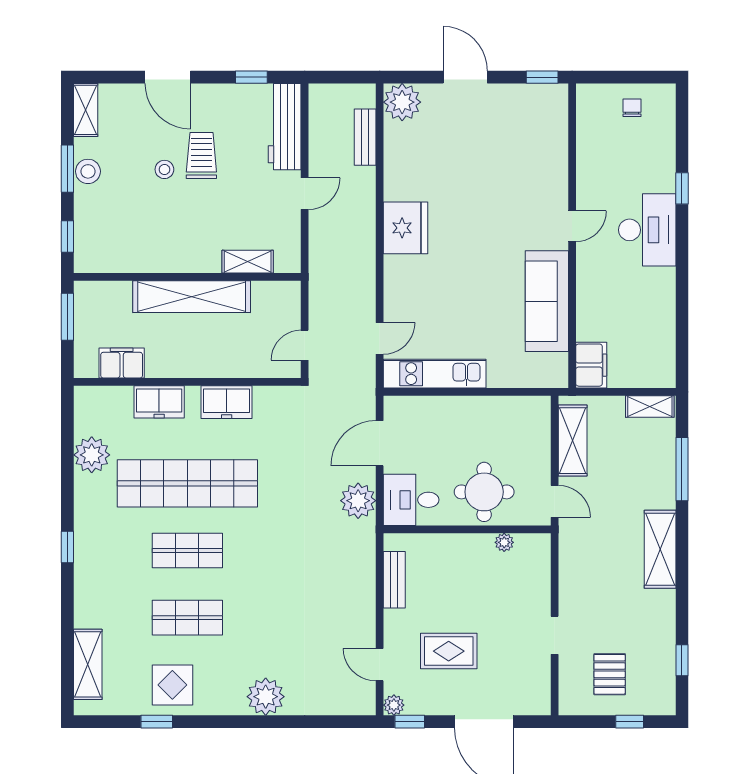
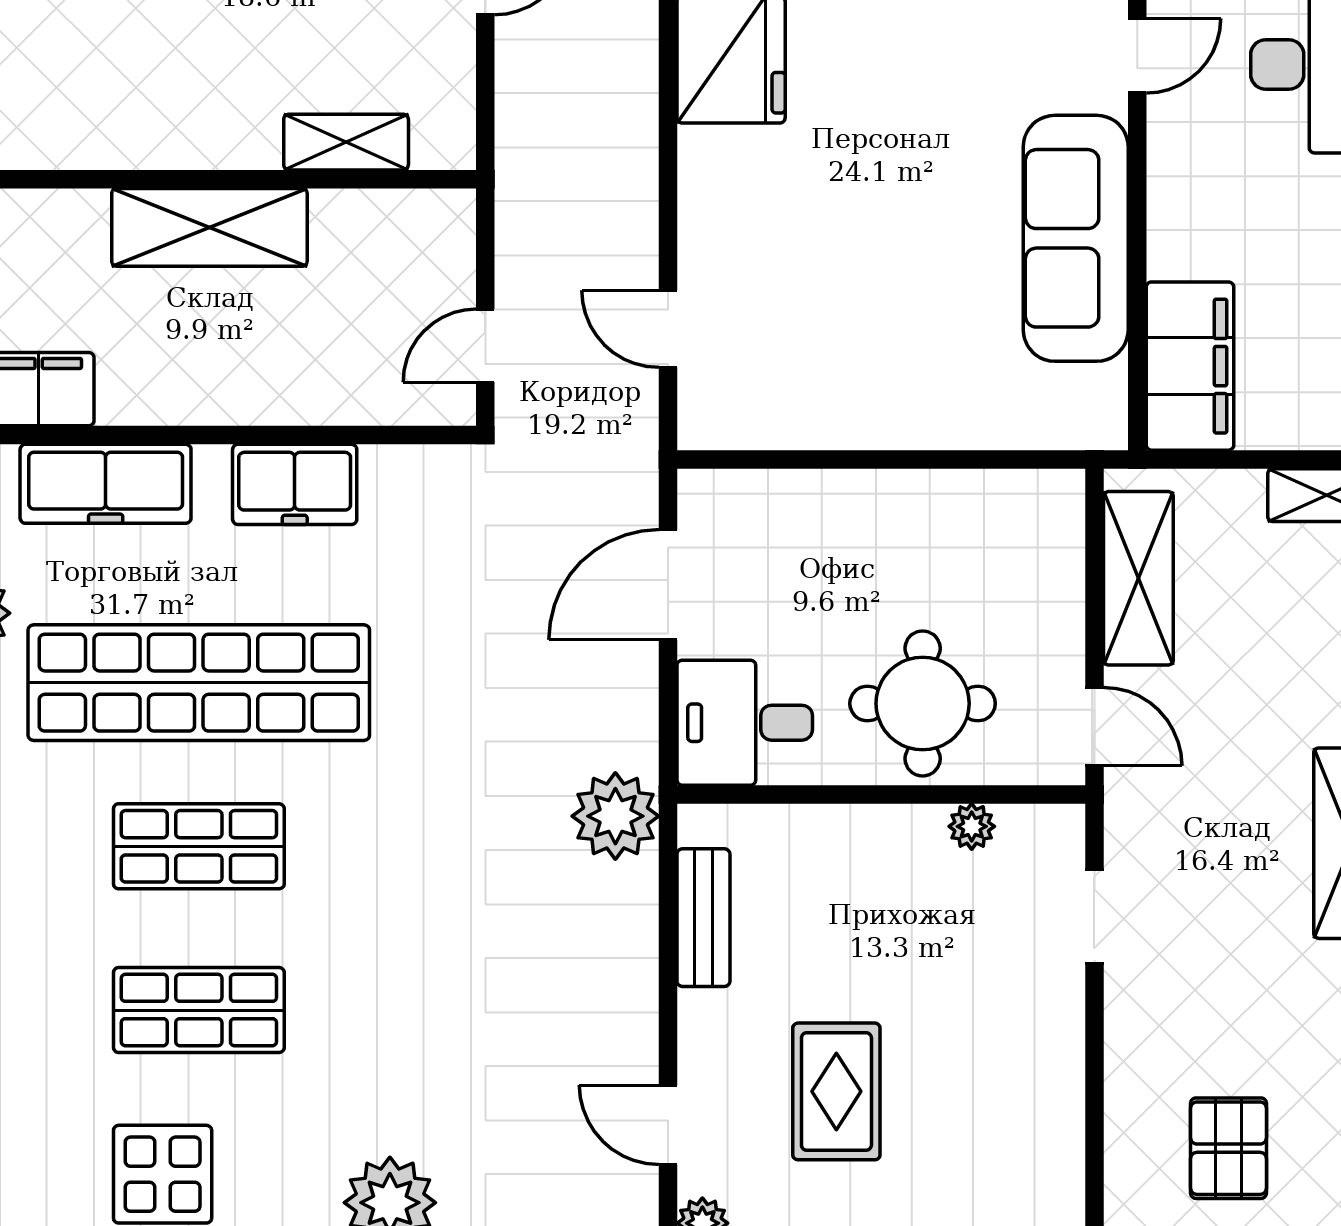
shelving: (192, 297) -> (209, 227), width x0.68
door: (380, 338) -> (668, 329), swing flipped
filing cabinet: (591, 365) -> (1190, 366), width x1.50, depth x1.17
kitchen unit: (435, 374) -> (802, 415), removed
freezer: (159, 402) -> (106, 484), width x1.40
plant: (358, 501) -> (615, 816), moved
doorway: (555, 635) -> (1094, 916), moved
rug: (449, 651) -> (836, 1091), turned 90

